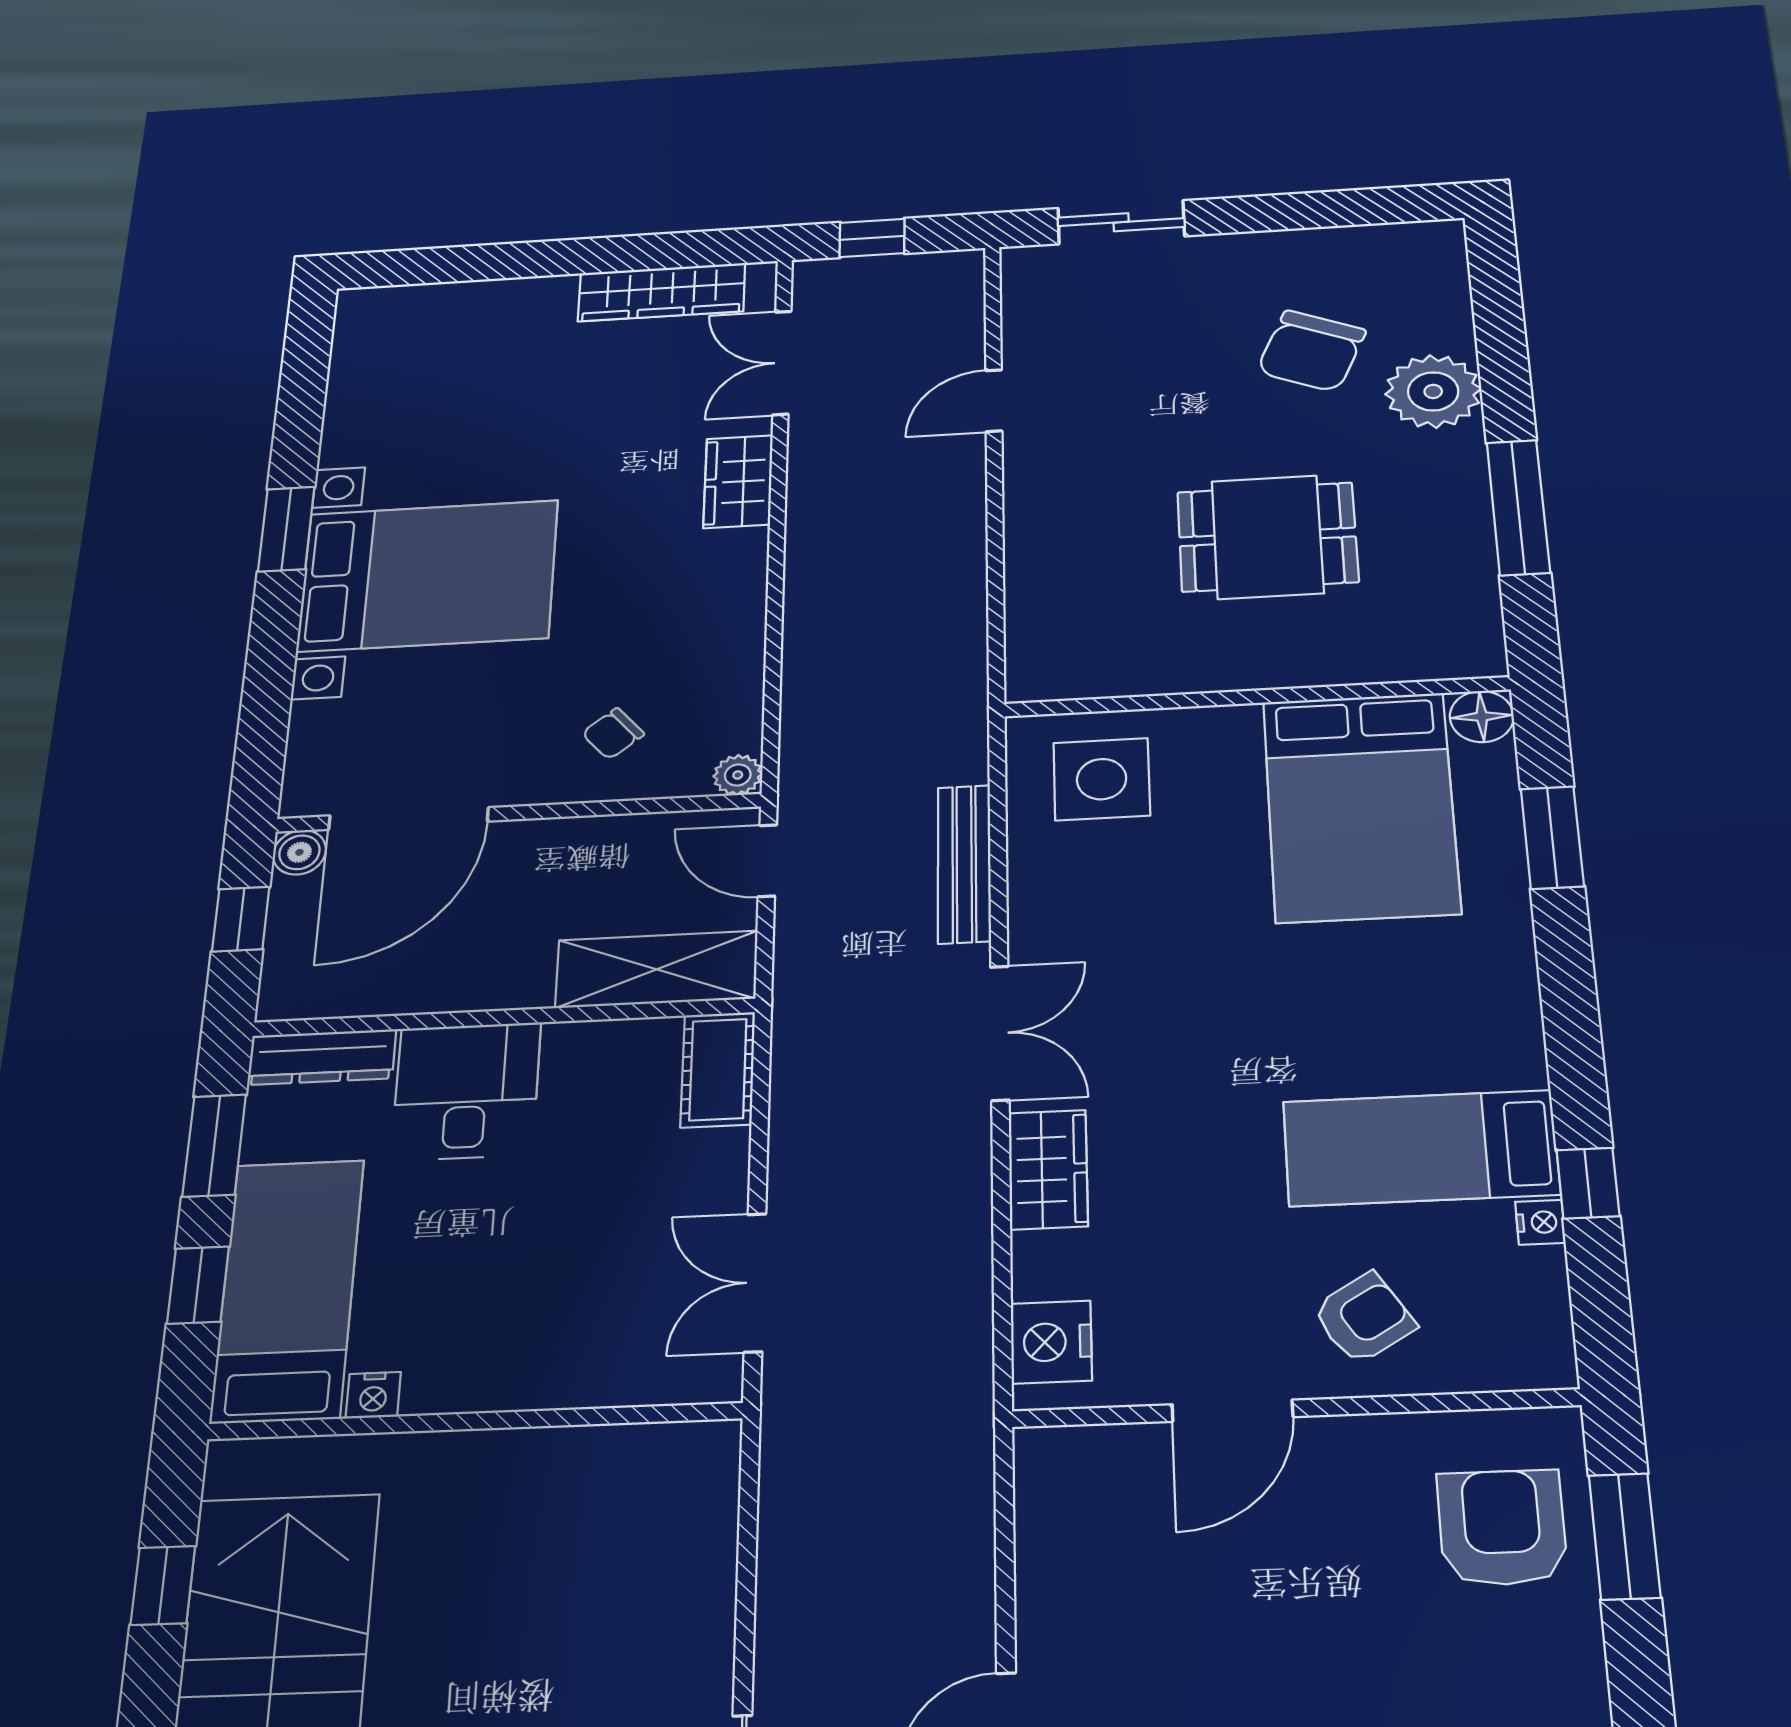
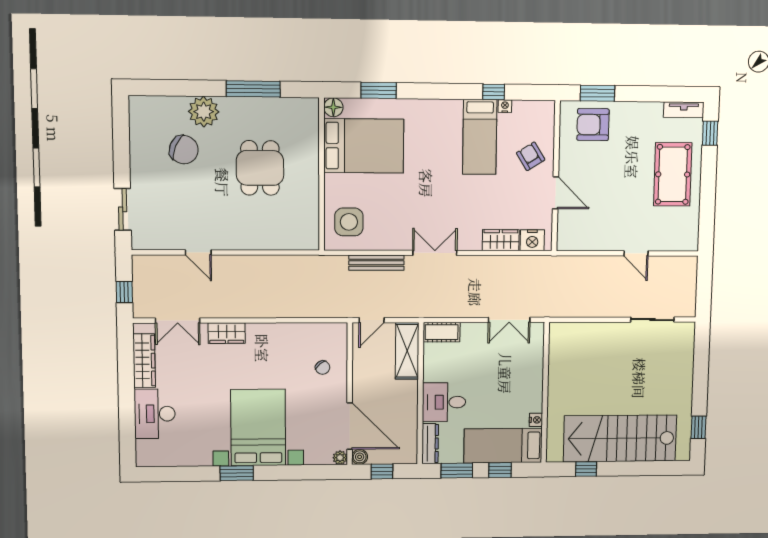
desk: (496, 324) -> (155, 414), added
plant: (738, 775) -> (340, 458), moved
wardrobe: (1048, 1169) -> (501, 240), moved

